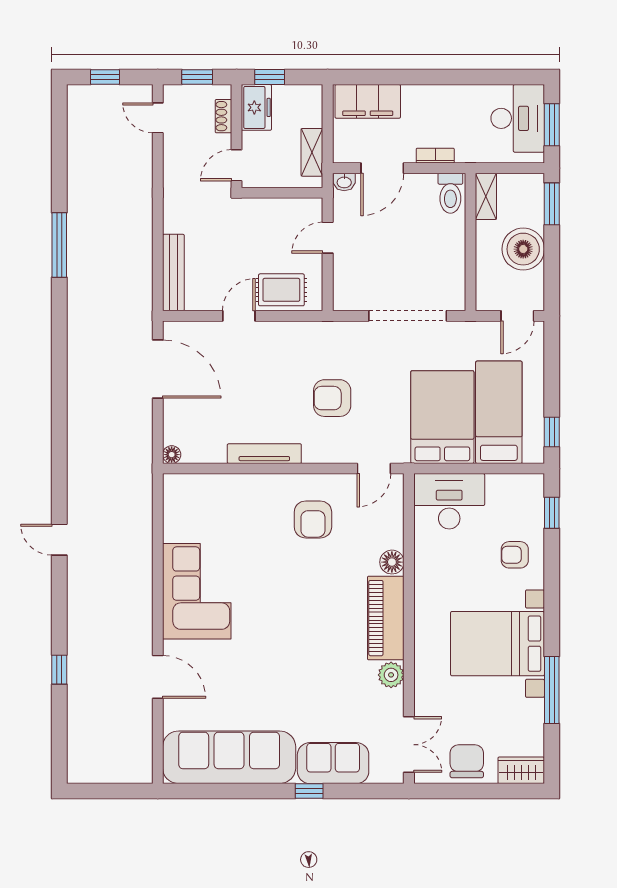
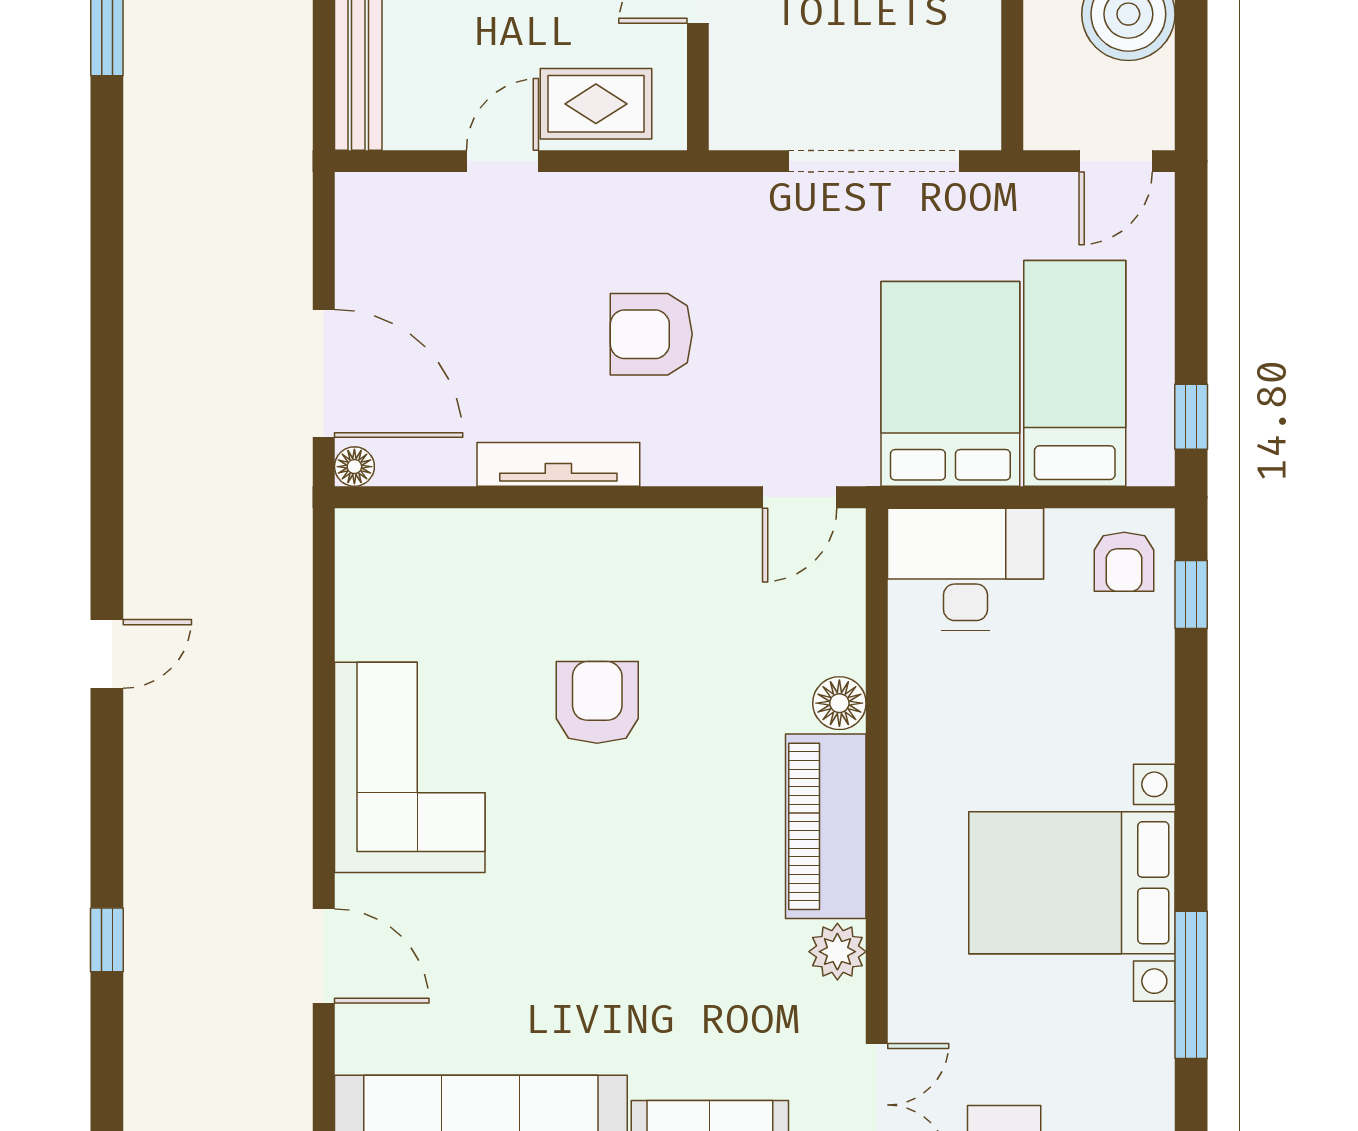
door: (158, 369) -> (324, 373), moved
armchair: (332, 398) -> (651, 334), moved
armchair: (313, 519) -> (597, 702), moved, turned 180
door: (59, 540) -> (107, 654), swing flipped
armchair: (515, 555) -> (1124, 562), moved, turned -90

